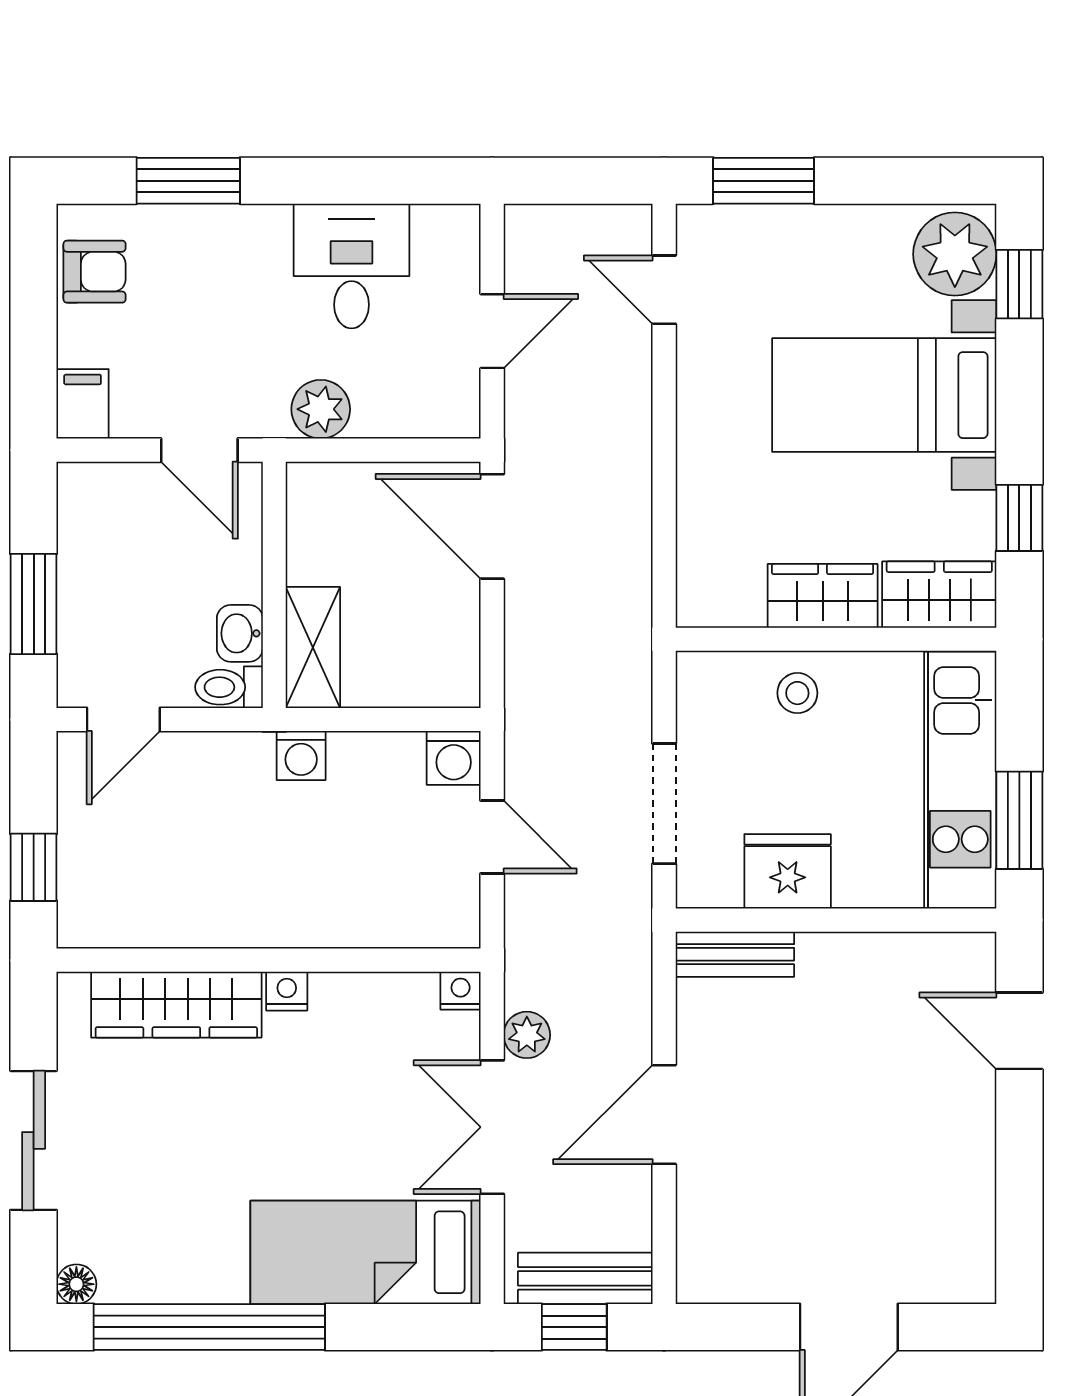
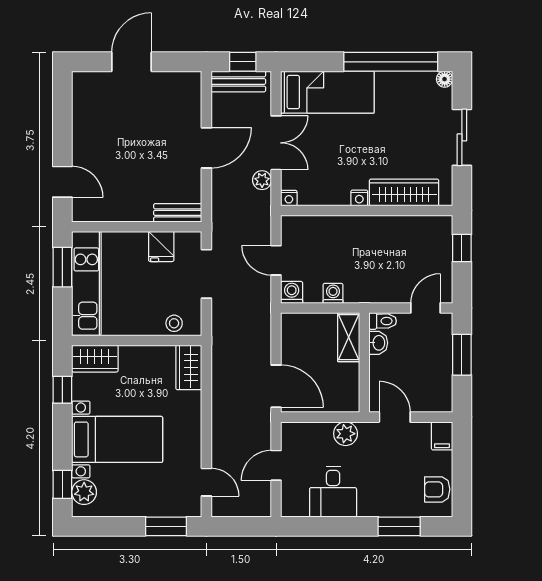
plant: (955, 254) -> (84, 492), width x0.73, depth x0.73
wardrobe: (823, 596) -> (189, 367), moved, turned 90
stool: (797, 693) -> (174, 323), moved
washing machine: (301, 755) -> (333, 293), moved
fridge: (788, 871) -> (161, 246), width x0.72

